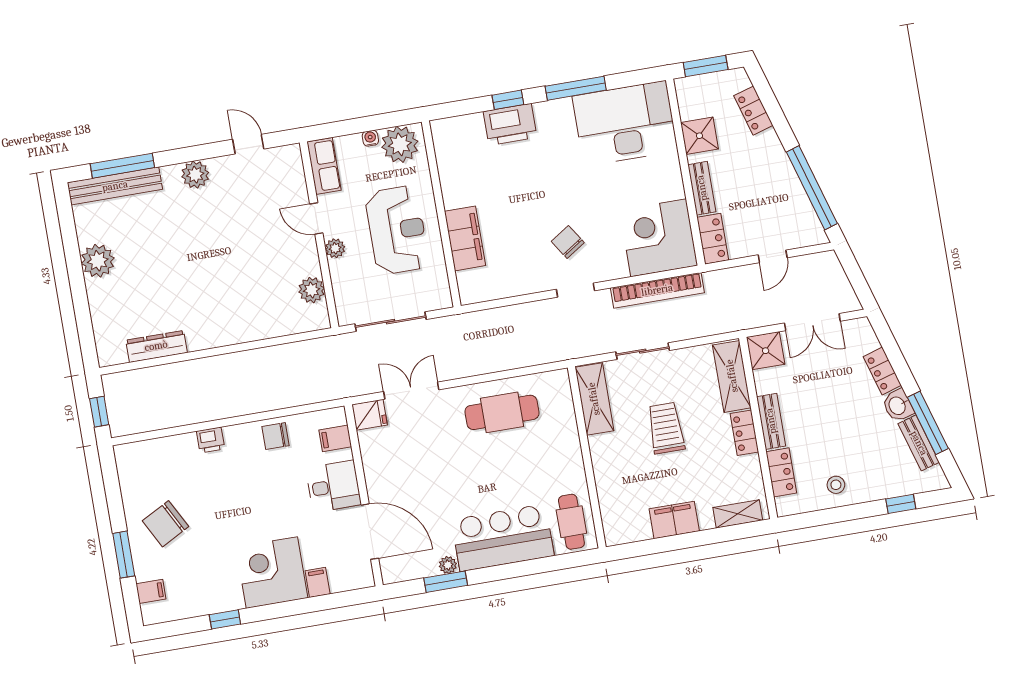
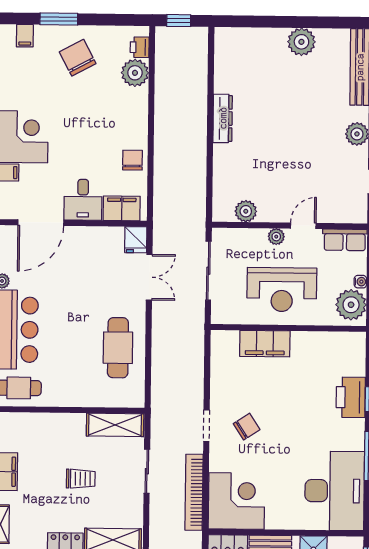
dresser: (156, 346) -> (223, 118), moved
trolley: (666, 428) -> (81, 479), width x0.73, depth x0.72
filing cabinet: (335, 438) -> (122, 208), width x2.00
printer: (211, 440) -> (140, 47), moved
plant: (171, 452) -> (135, 73), added

